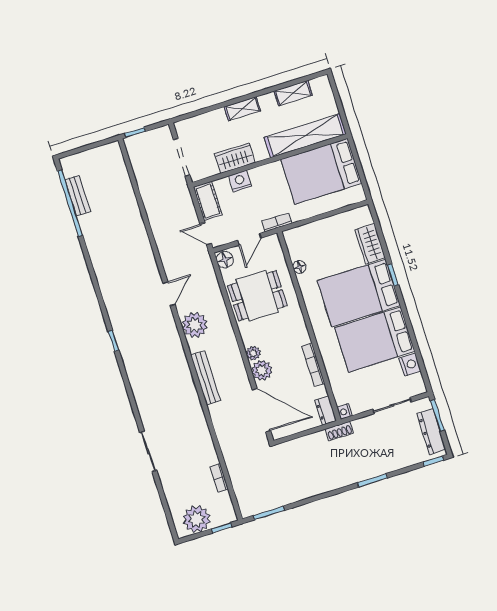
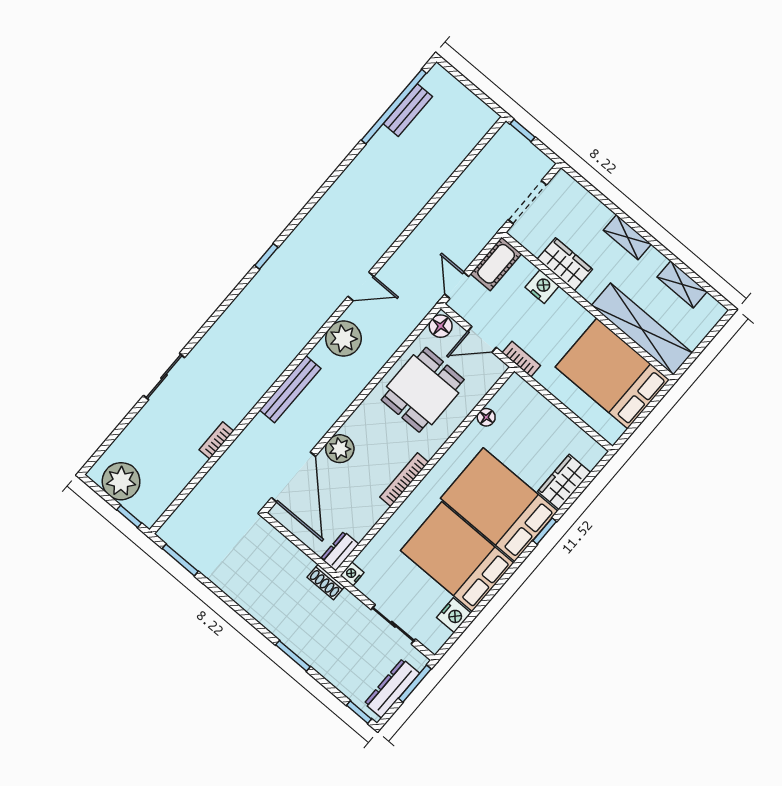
dining table: (257, 296) -> (423, 390), turned 90
plant: (253, 353) -> (353, 426), removed
bookcase: (313, 365) -> (404, 480), moved
bookcase: (219, 478) -> (216, 440), moved

